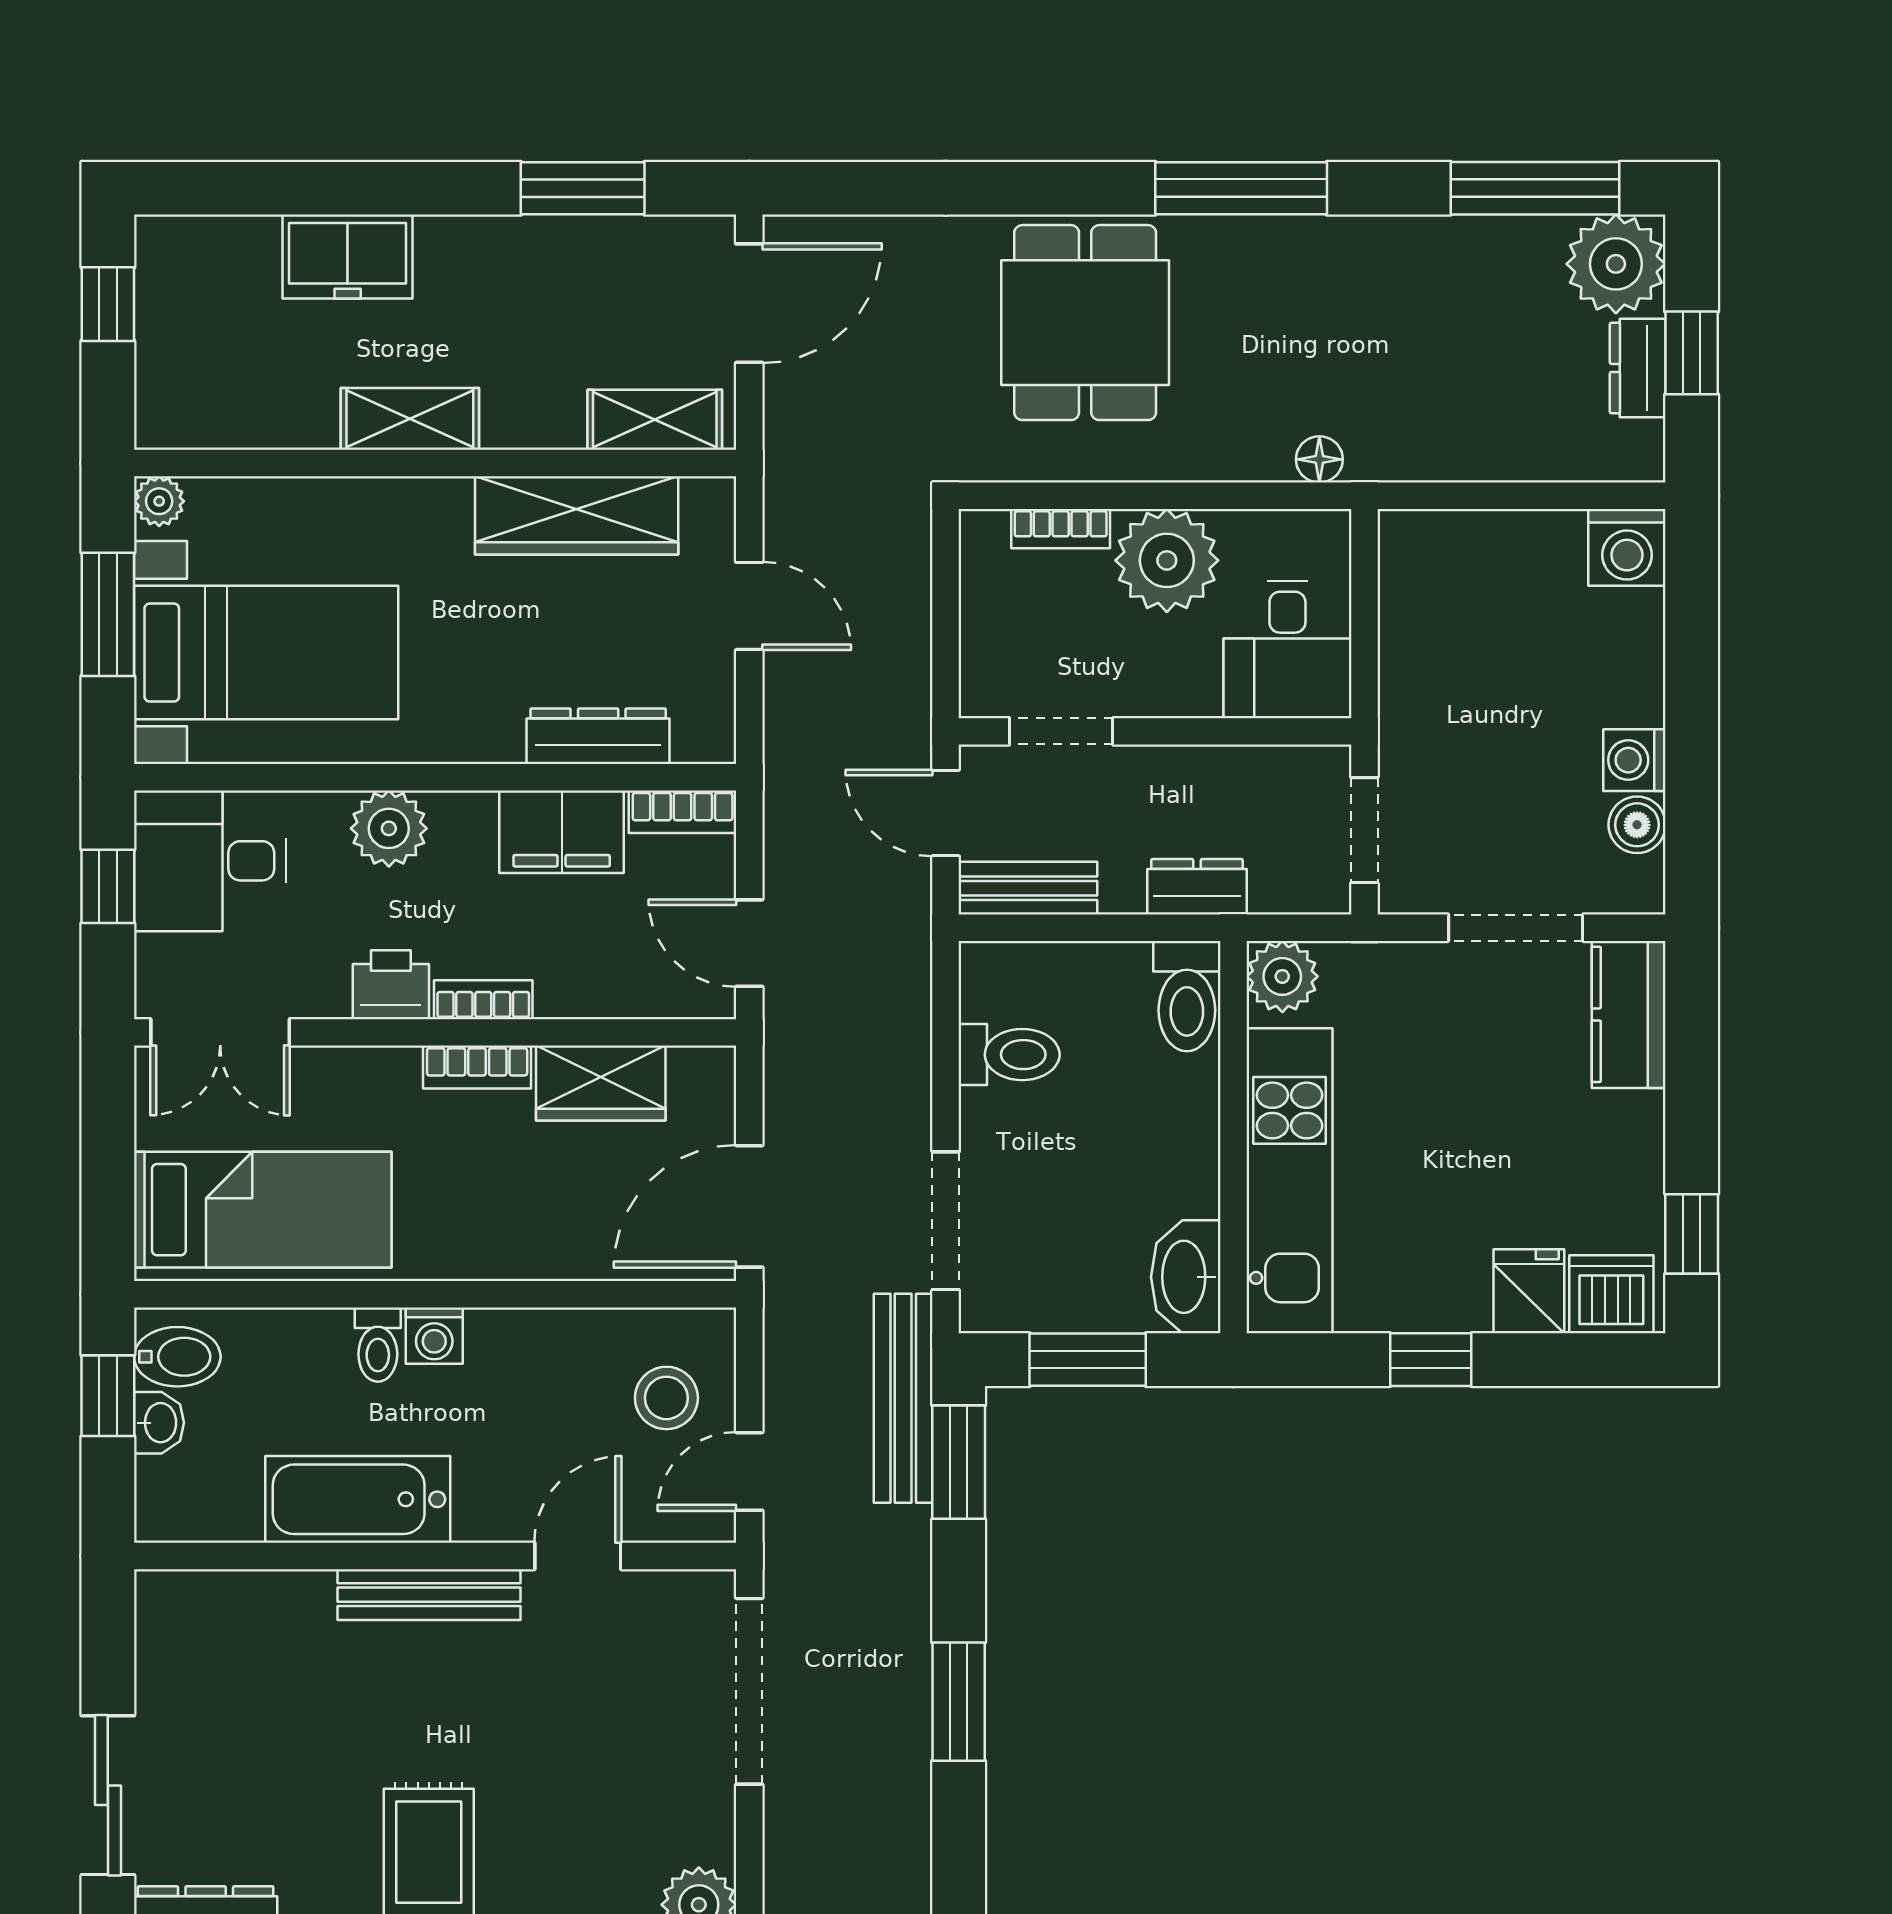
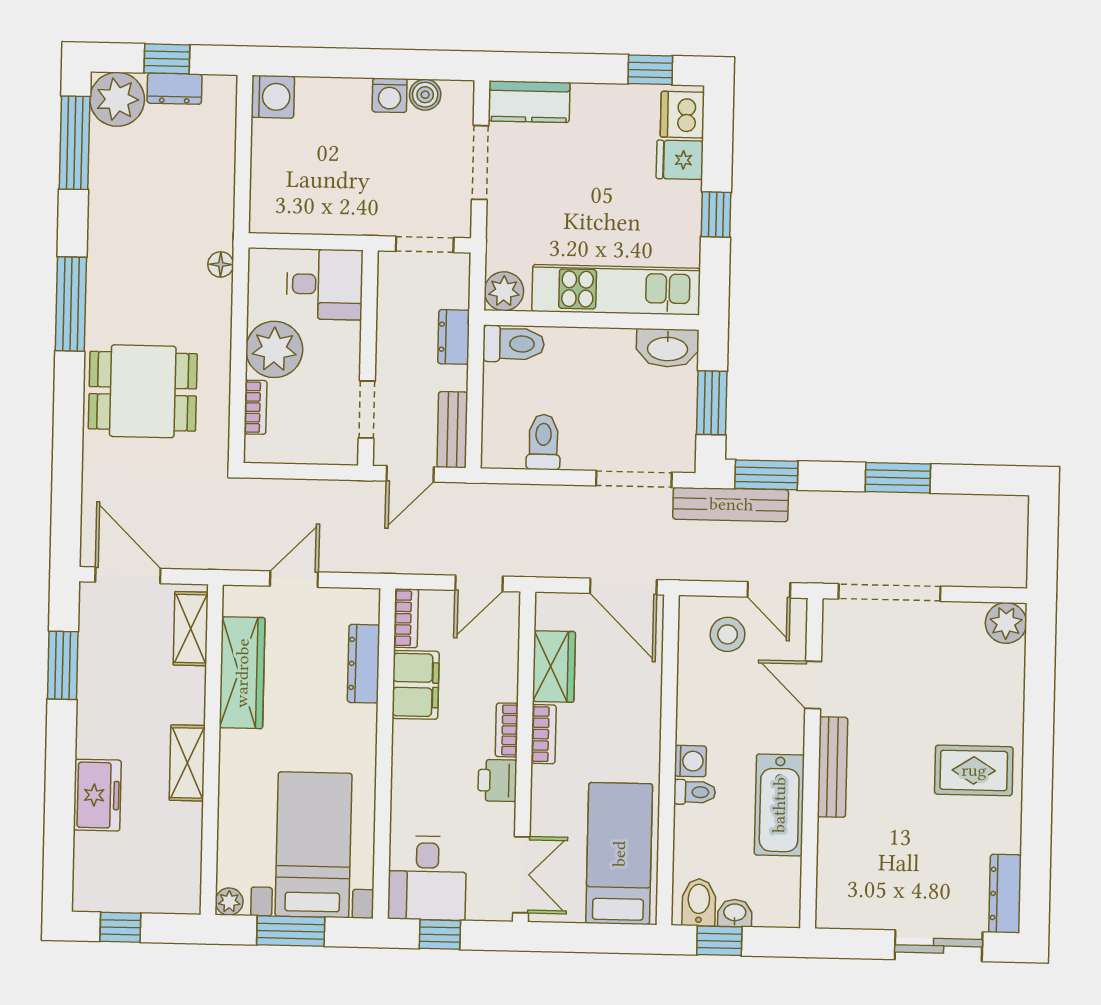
plant: (389, 828) -> (412, 780), removed

